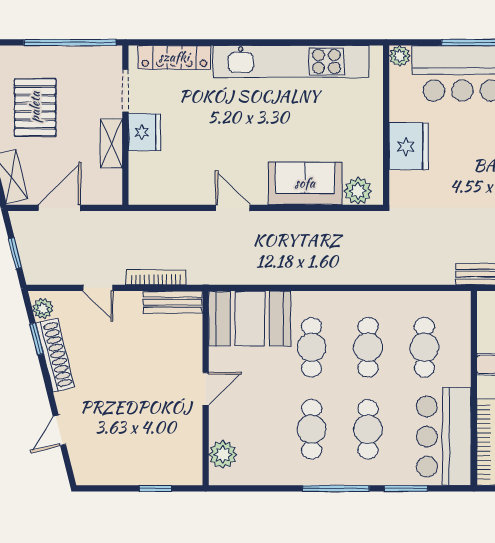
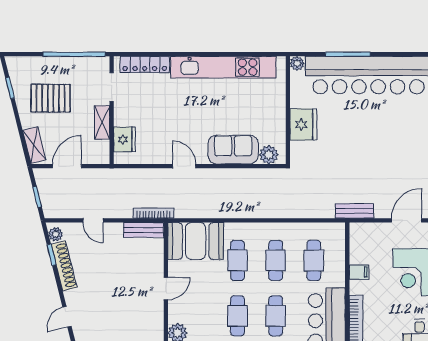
pallet: (35, 107) -> (51, 98), turned 90
fridge: (144, 132) -> (124, 139), moved
bookcase: (156, 277) -> (154, 213), moved

